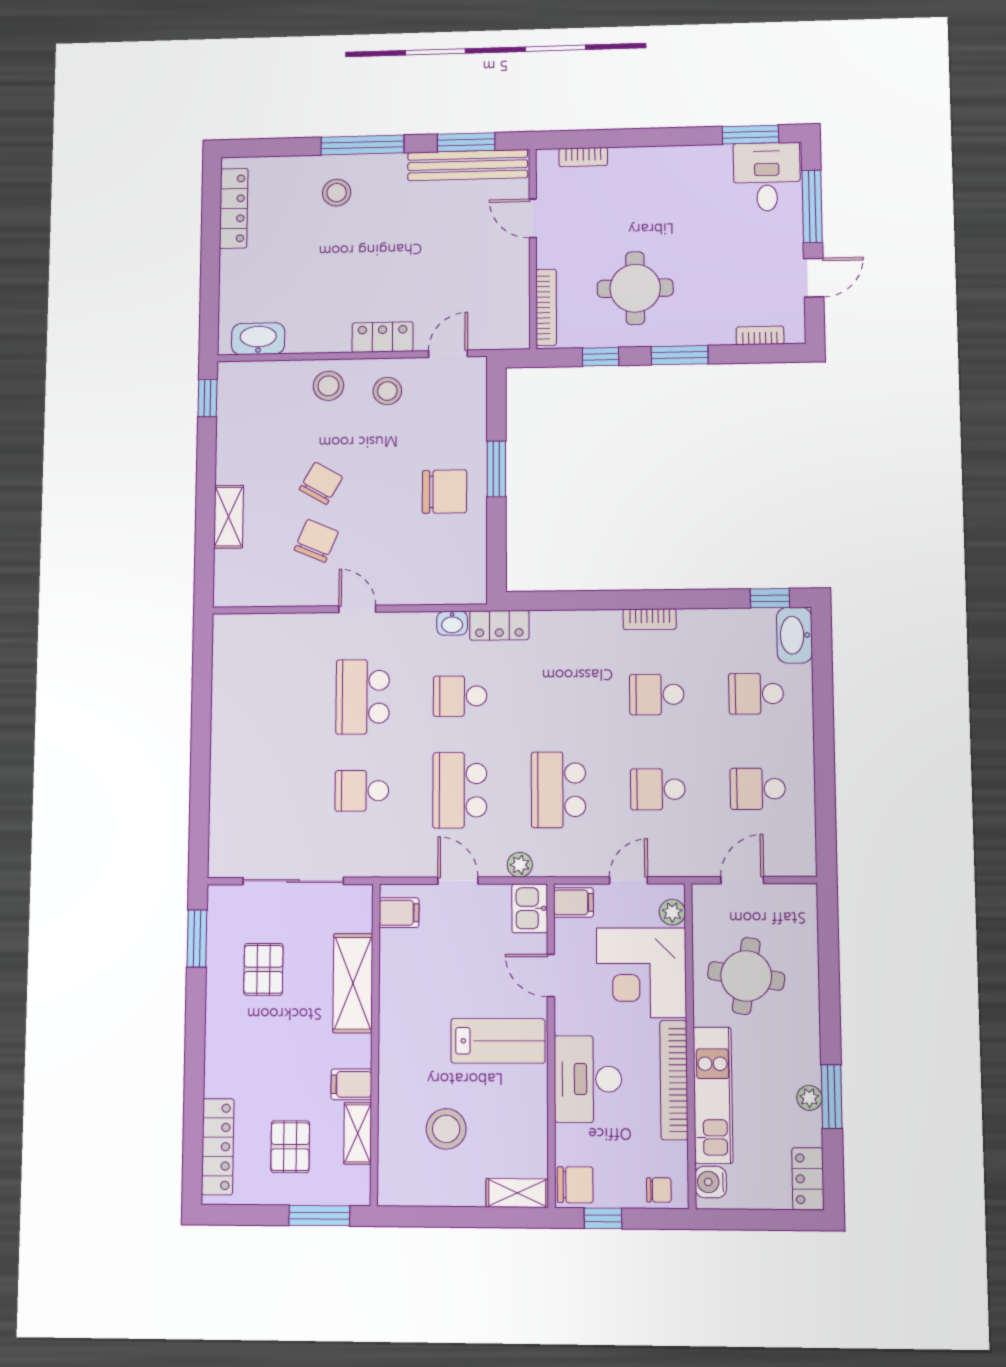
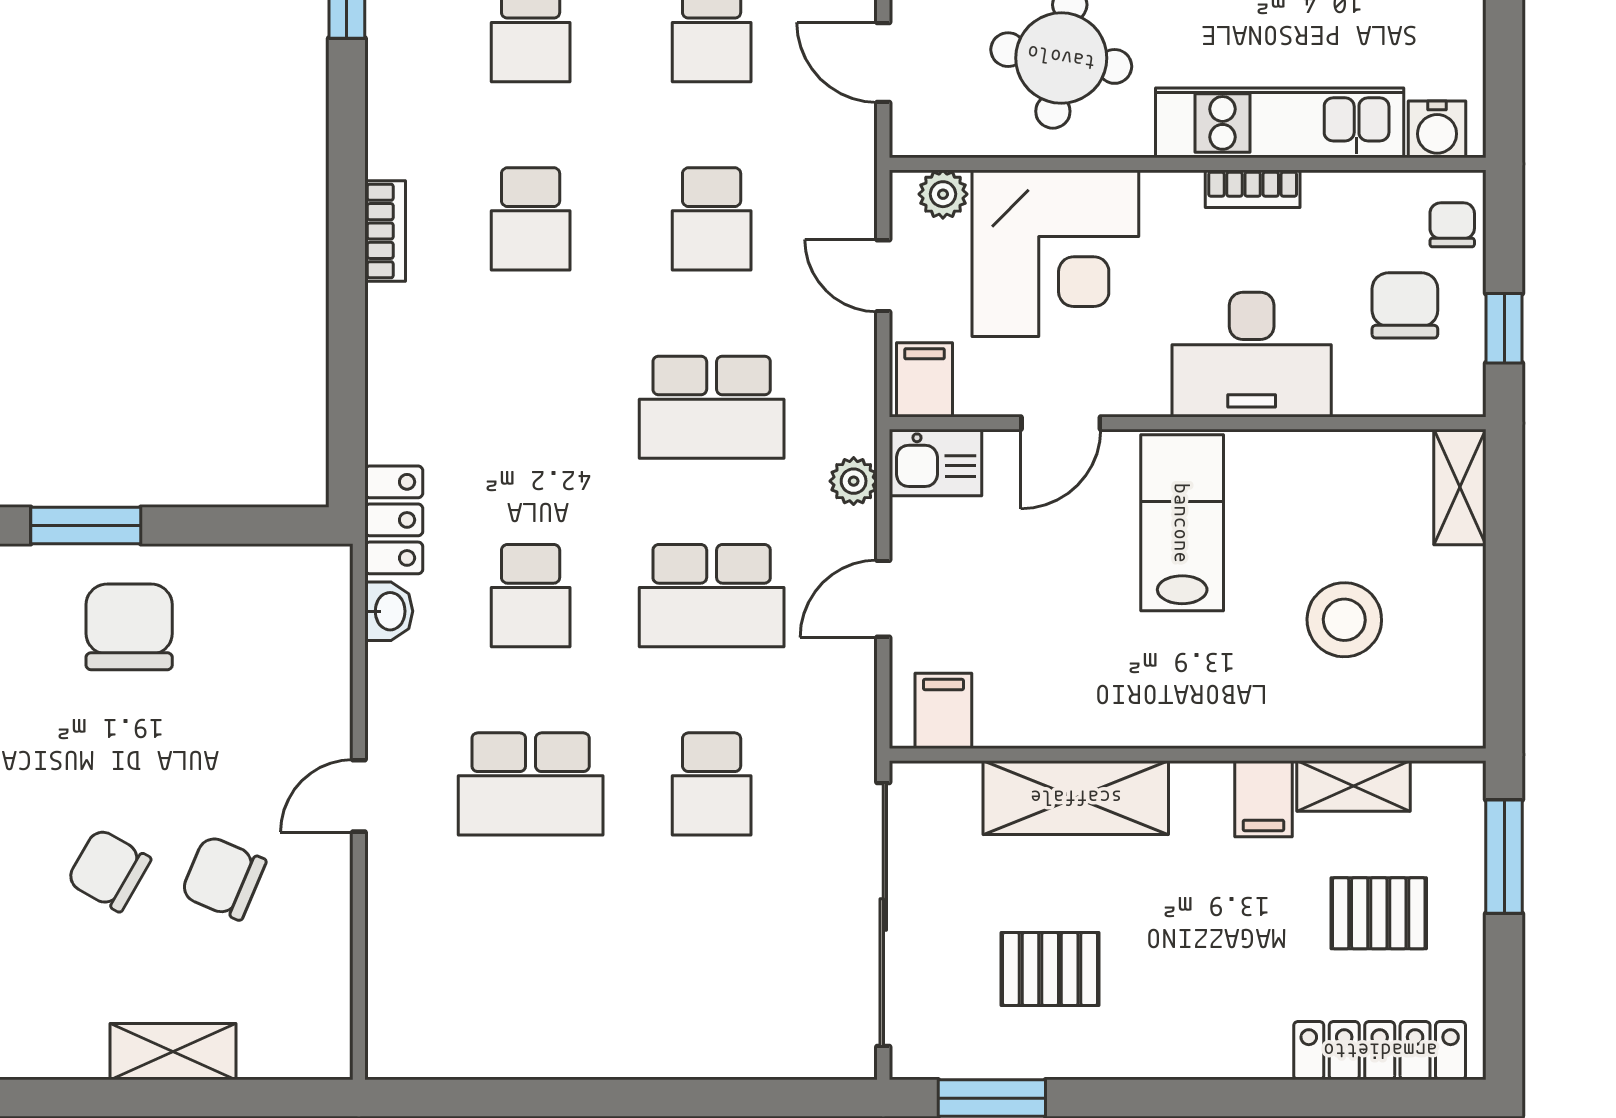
sliding door: (293, 881) -> (883, 914), width x1.36
bookcase: (674, 1080) -> (1253, 189), width x0.43, depth x0.76
chair: (575, 1185) -> (1405, 305), moved

